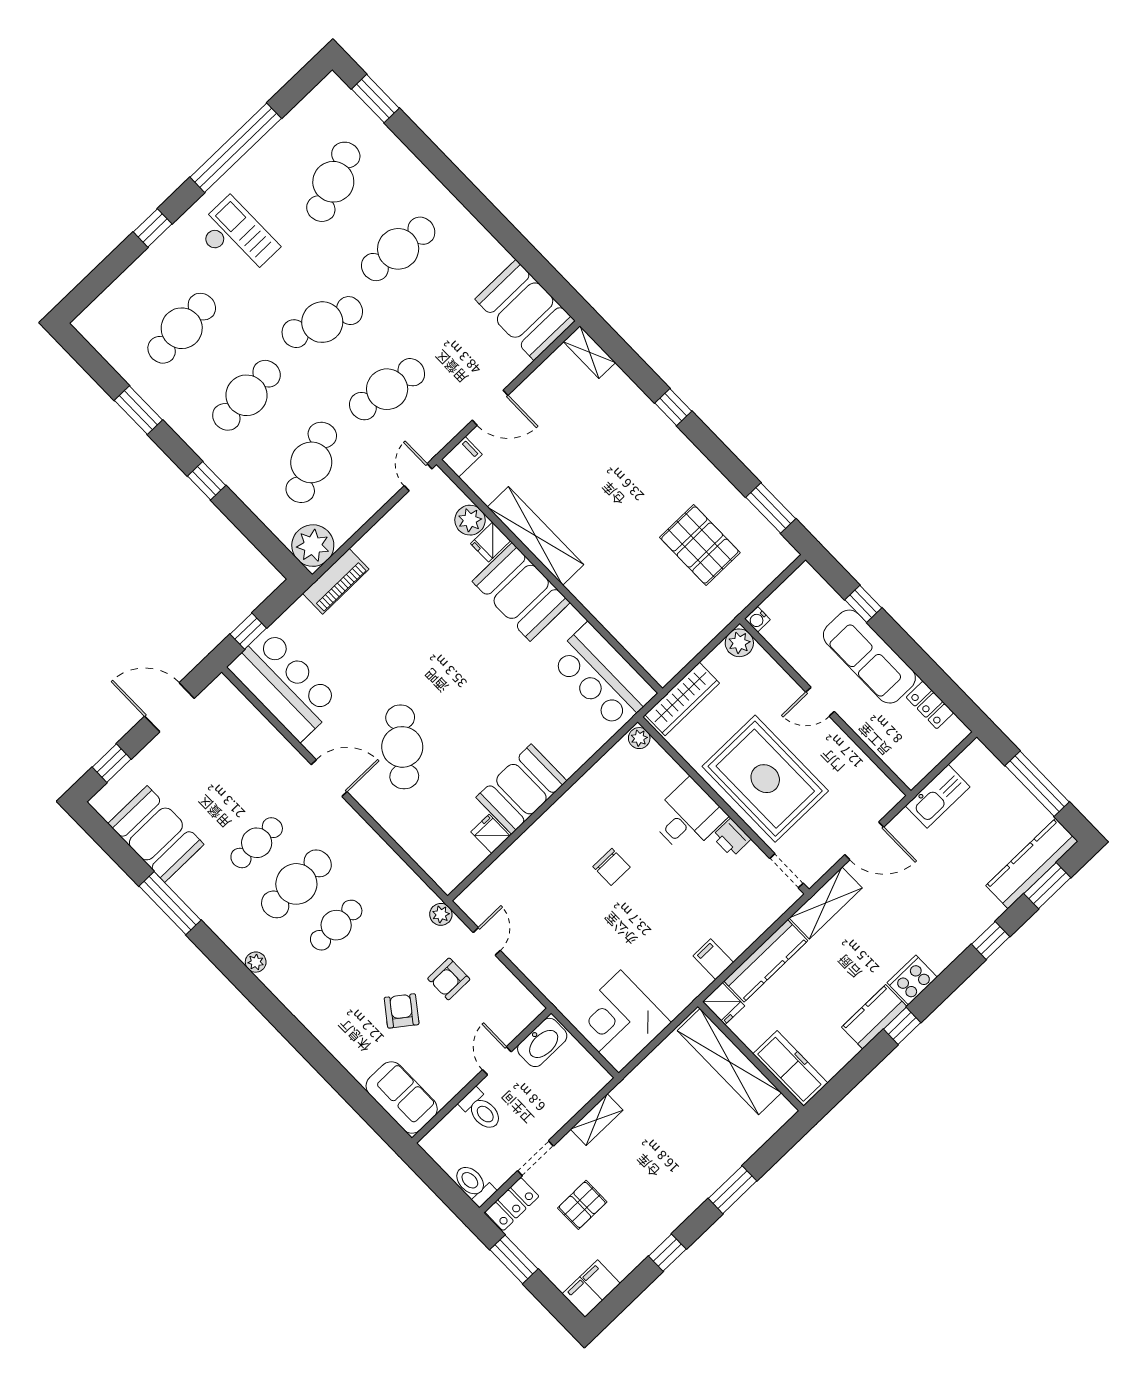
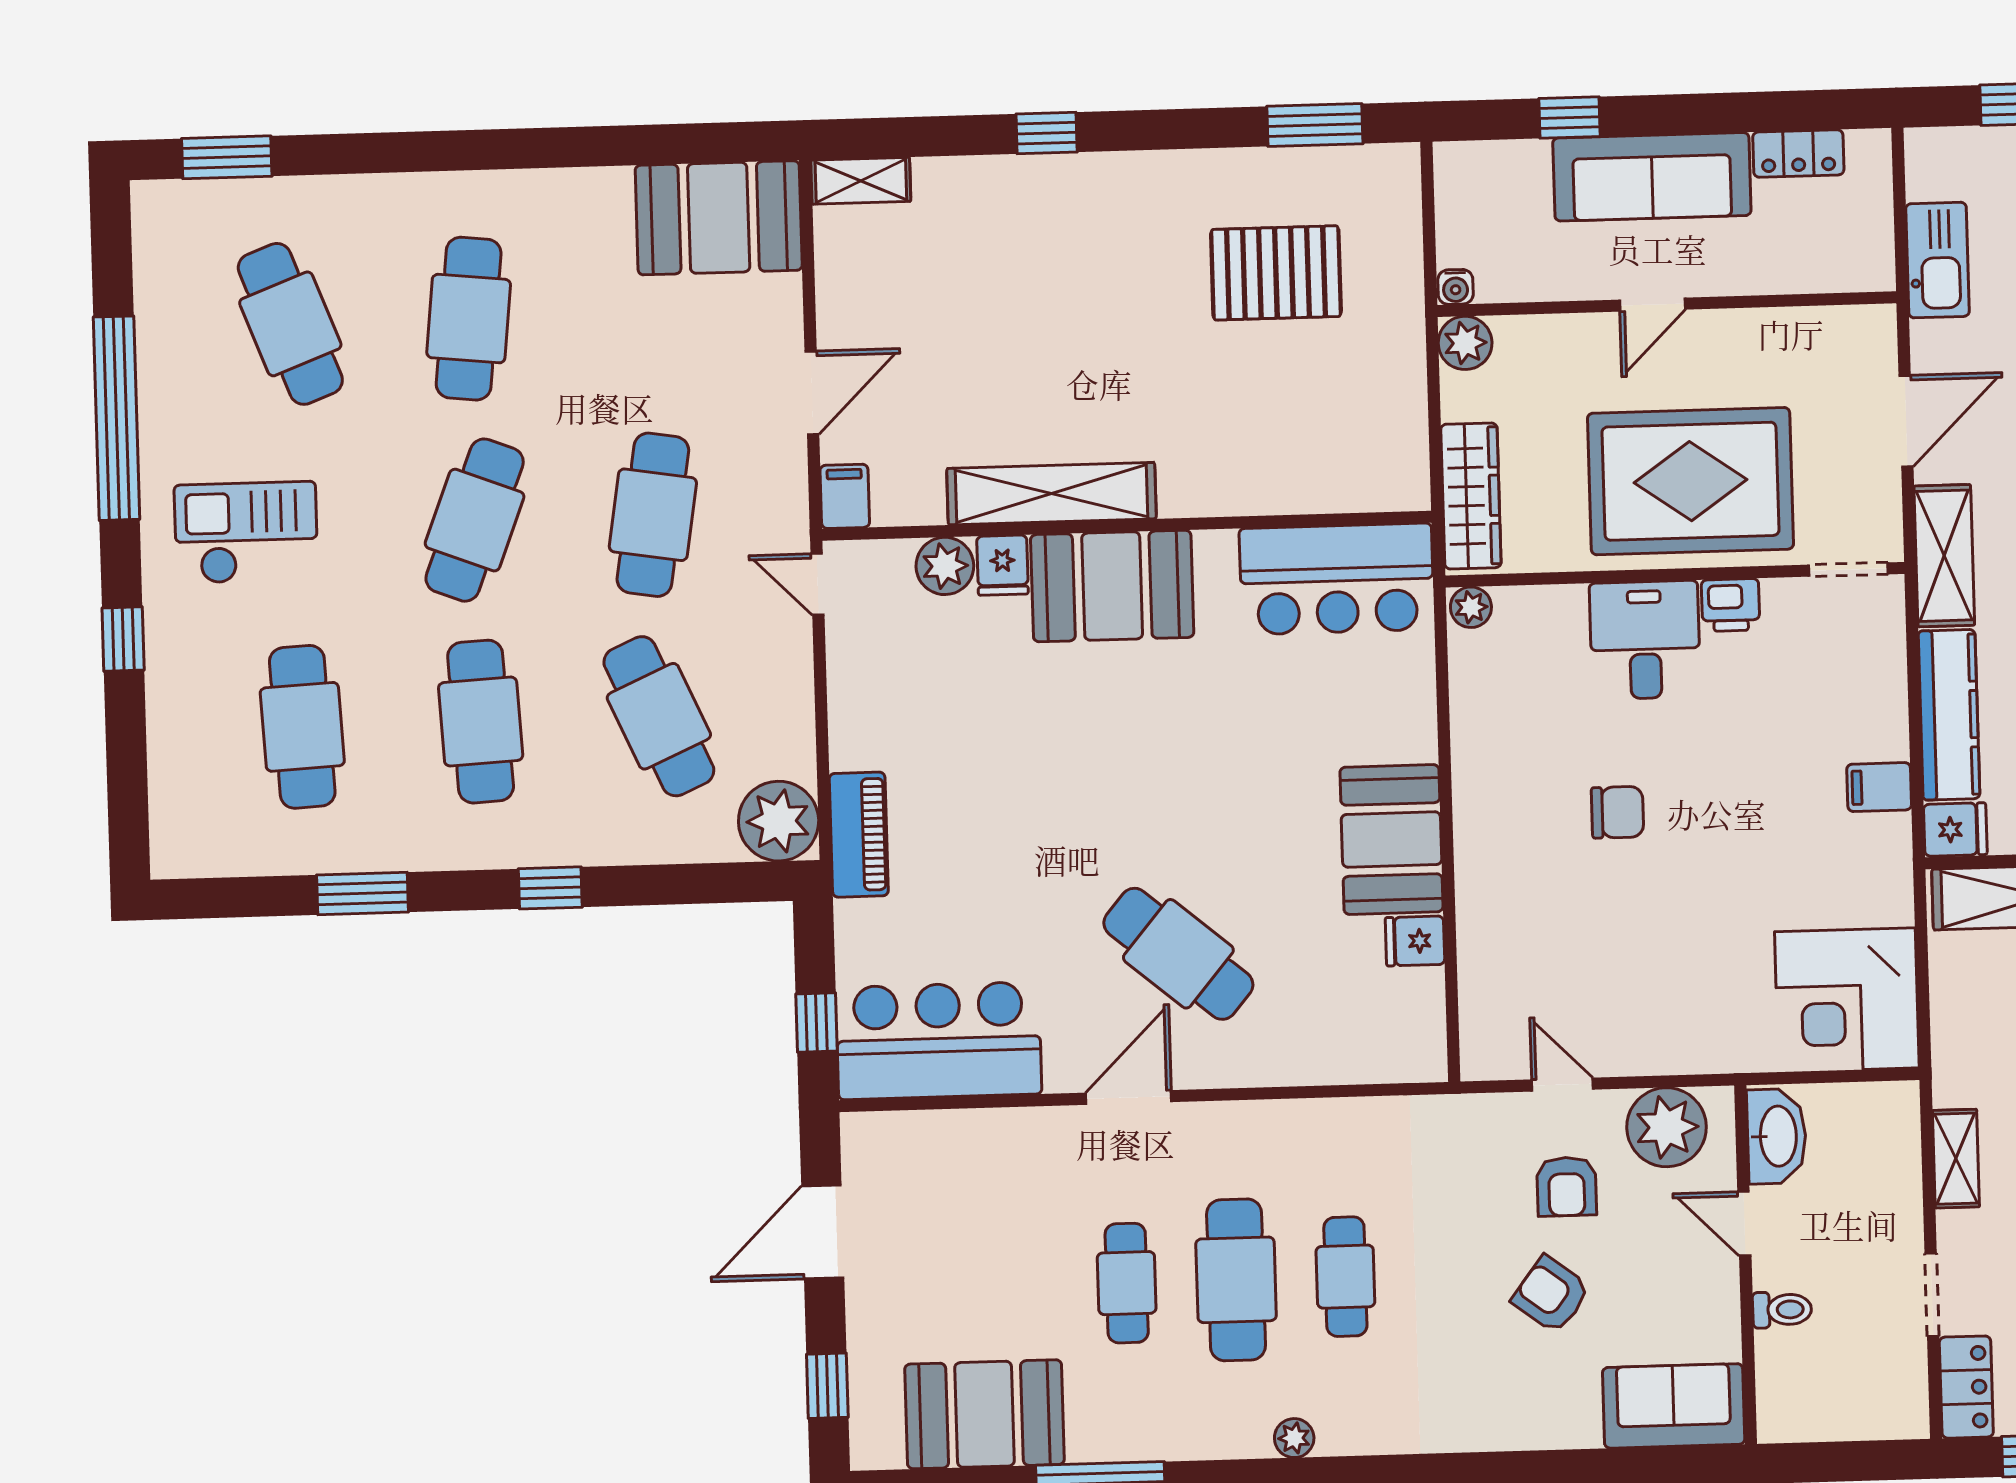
plant: (441, 914) -> (1667, 1127), moved, width x1.87, depth x1.87
toilet: (481, 1110) -> (1782, 1310), width x0.73, depth x0.72
toilet: (474, 1184) -> (1890, 1416), removed

